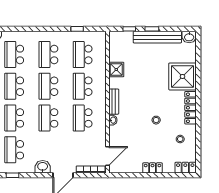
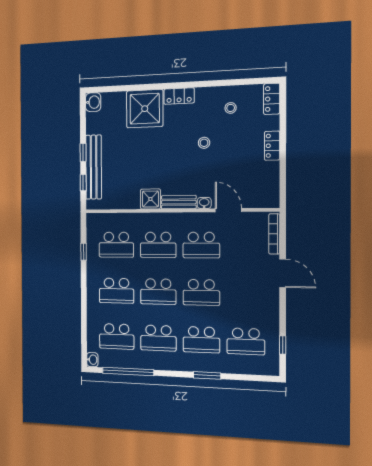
bench: (157, 37) -> (94, 167), moved
shower: (116, 70) -> (150, 199), moved
locker: (190, 108) -> (179, 96), width x0.66
door: (108, 156) -> (228, 210), moved
washbasin: (43, 167) -> (270, 302), removed

